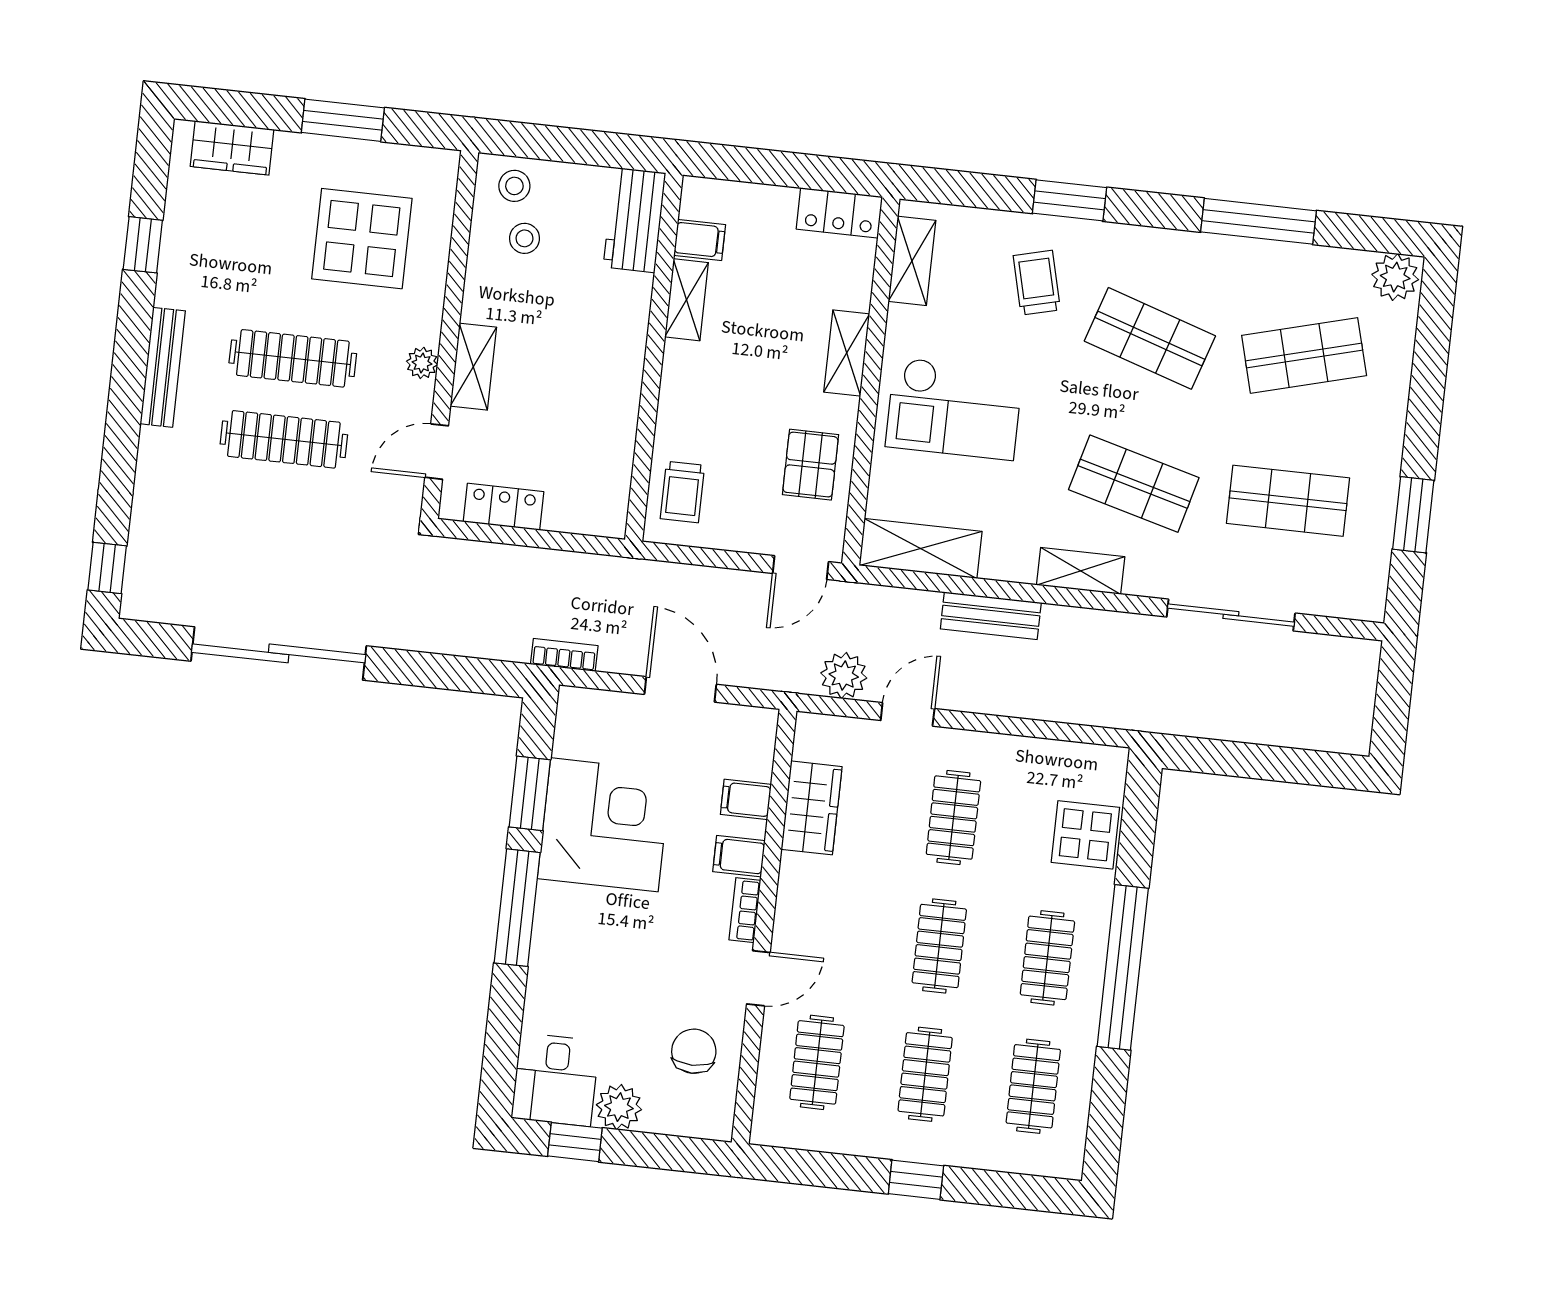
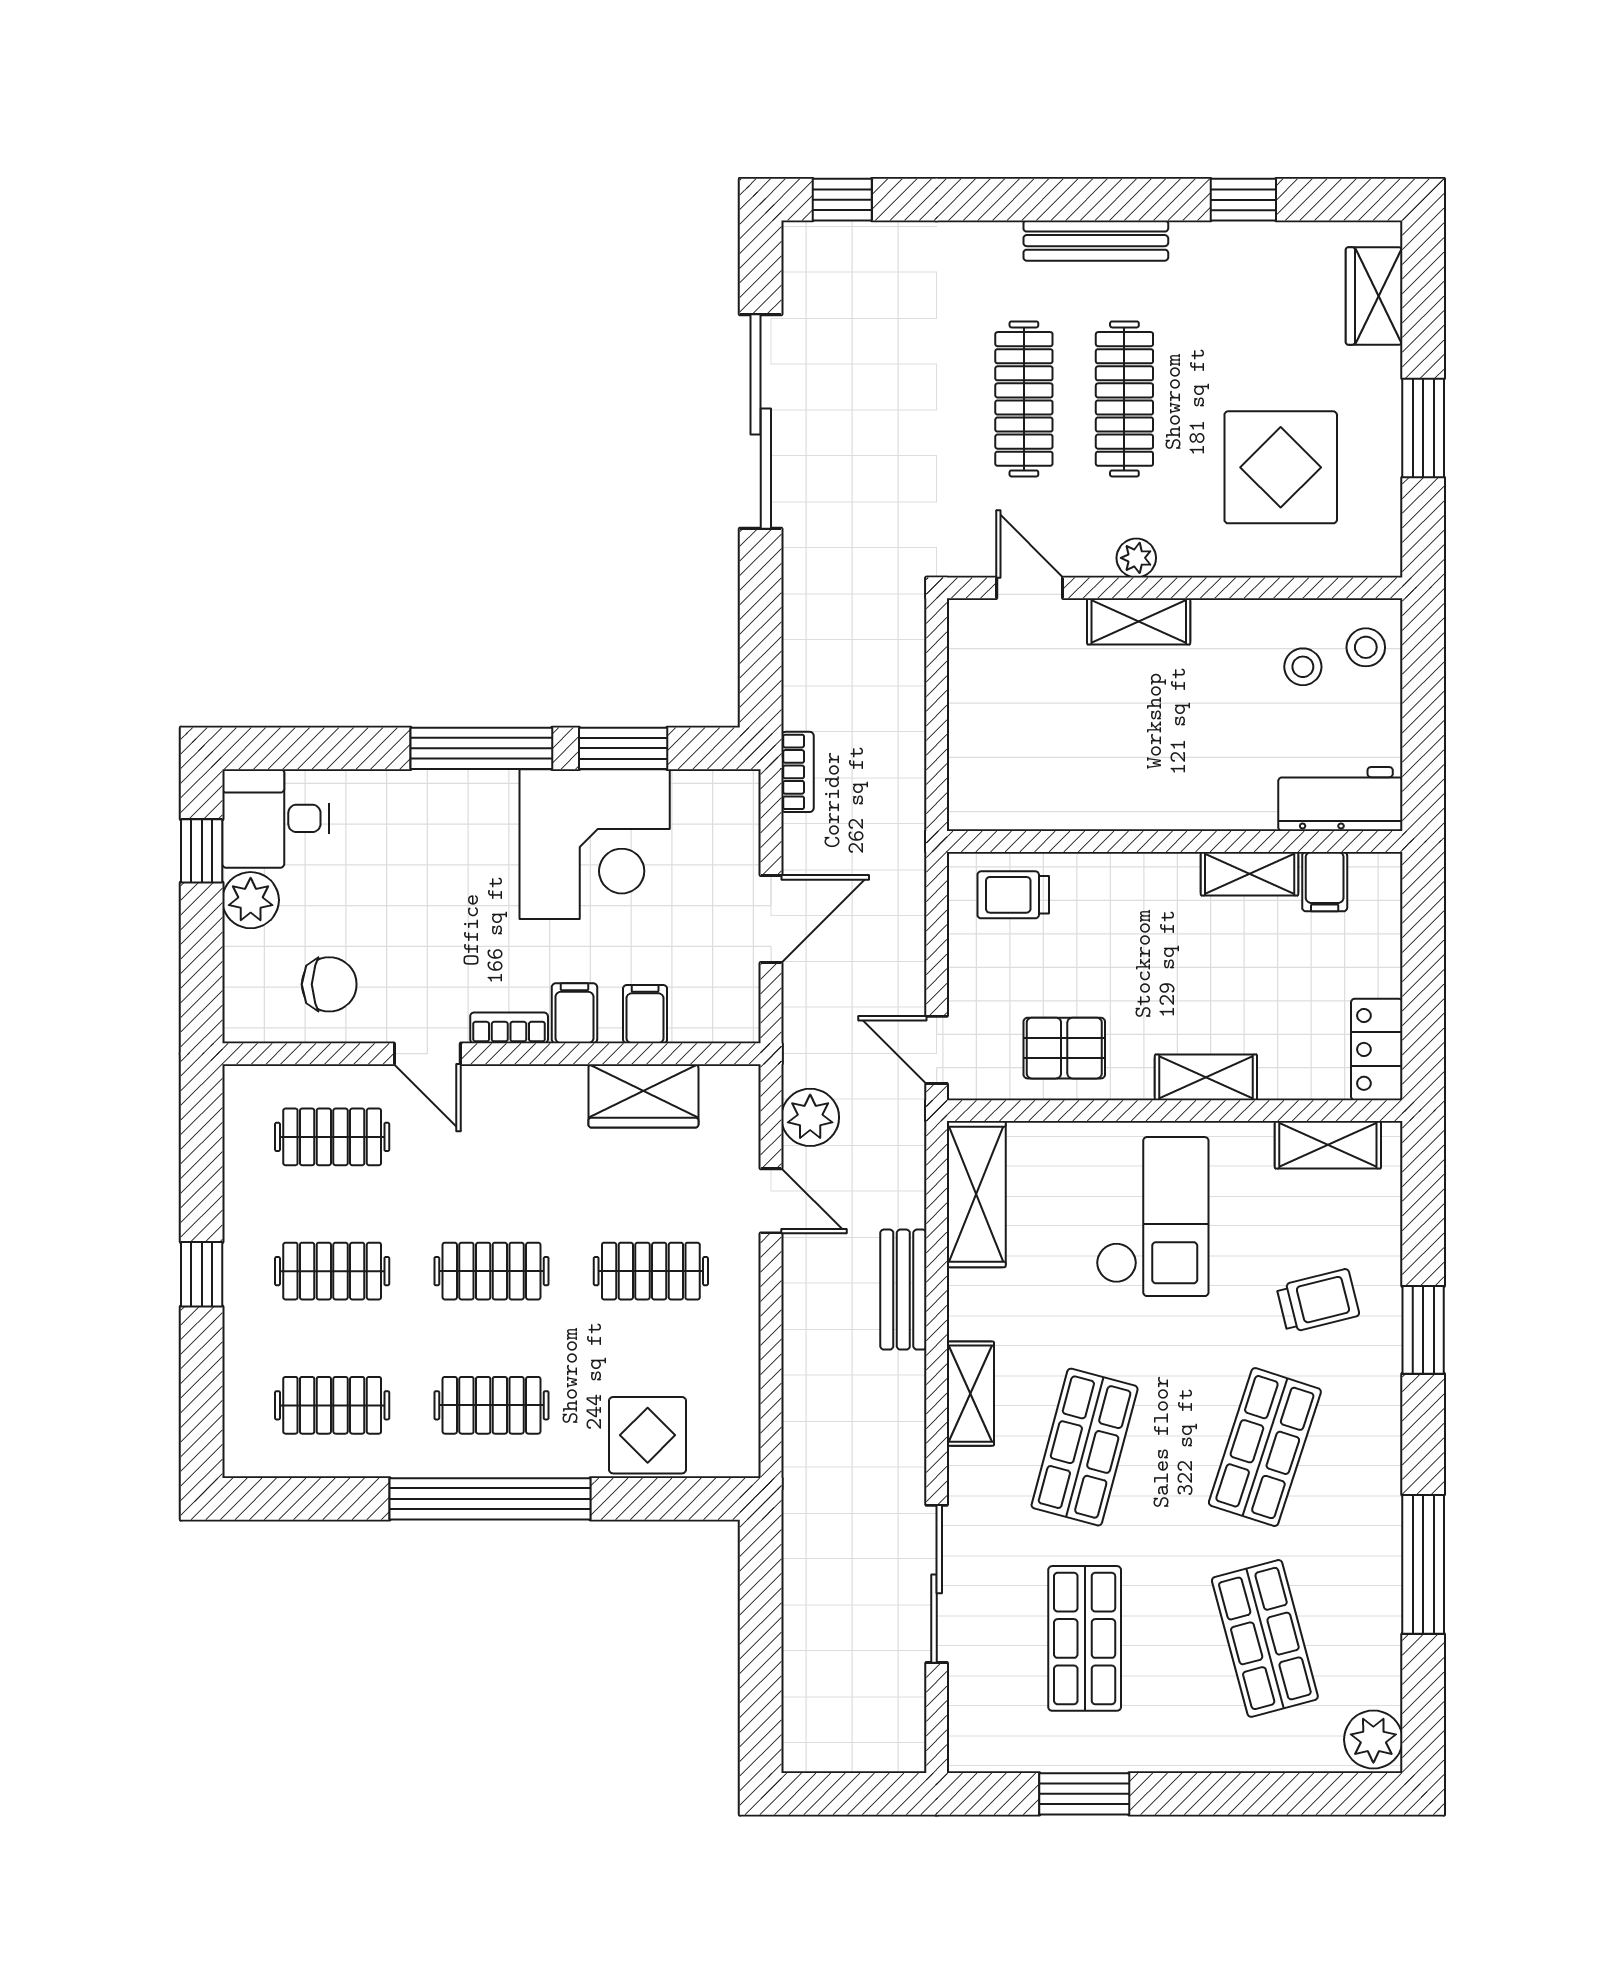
checkout: (954, 409) -> (1152, 1217), turned 180
locker: (503, 507) -> (971, 677), removed

